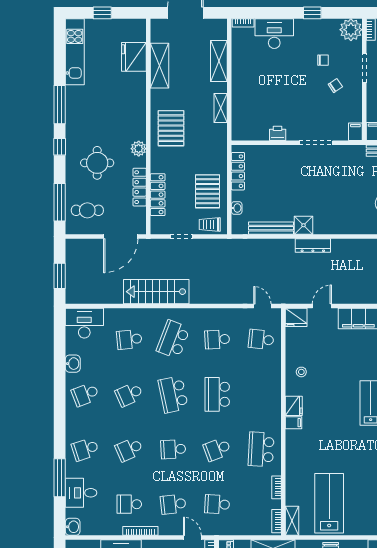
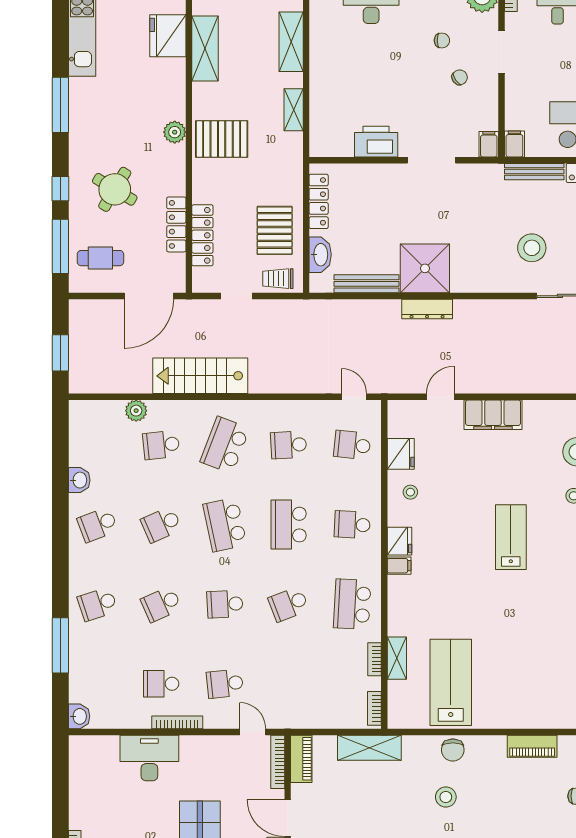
pallet: (171, 128) -> (222, 139), turned 90
printer: (278, 133) -> (376, 142), width x1.87, depth x1.48
window: (60, 147) -> (60, 189), moved
plant: (139, 149) -> (175, 132), moved
round table: (97, 163) -> (115, 189), turned 31
washbasin: (237, 208) -> (320, 255), width x1.91, depth x1.45
shower: (304, 225) -> (425, 268), width x1.86, depth x1.86
plant: (112, 316) -> (136, 411), added
fridge: (296, 317) -> (401, 454), moved, turned -90
desk: (84, 323) -> (96, 421), removed
desk: (81, 493) -> (91, 667), removed
school desk: (217, 504) -> (352, 525), moved
shelving: (292, 521) -> (397, 658), moved

